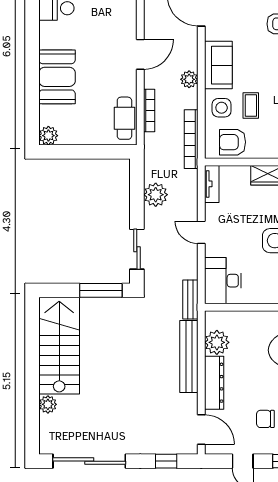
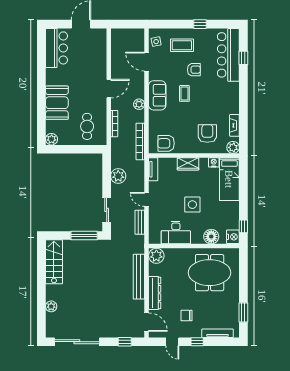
coffee table: (251, 106) -> (184, 93), moved
side table: (222, 108) -> (159, 122), removed
cafe table: (124, 118) -> (87, 126), moved
desk: (223, 281) -> (176, 233), moved, turned -90
bench: (190, 299) -> (140, 222), moved
plant: (217, 342) -> (156, 256), moved
stairs: (59, 346) -> (54, 262), width x0.73, depth x0.66

